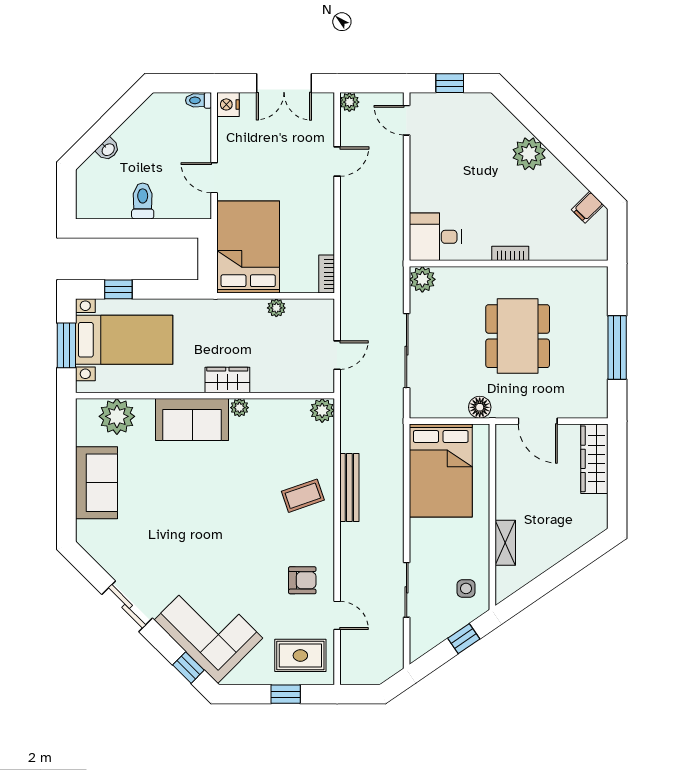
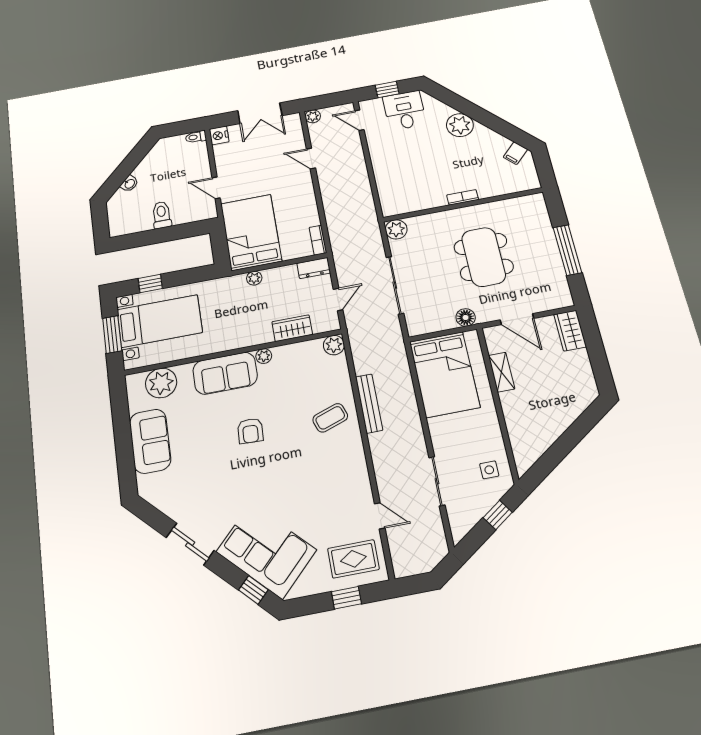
door: (337, 162) -> (311, 158), swing flipped
desk: (435, 237) -> (405, 111), moved, turned 90
plant: (276, 308) -> (254, 278), moved
dresser: (315, 309) -> (314, 268), added
wardrobe: (227, 380) -> (292, 328), moved
wardrobe: (594, 459) -> (570, 331), width x0.67
shelving: (505, 543) -> (502, 372), moved
armchair: (302, 580) -> (250, 431), moved, turned 93

